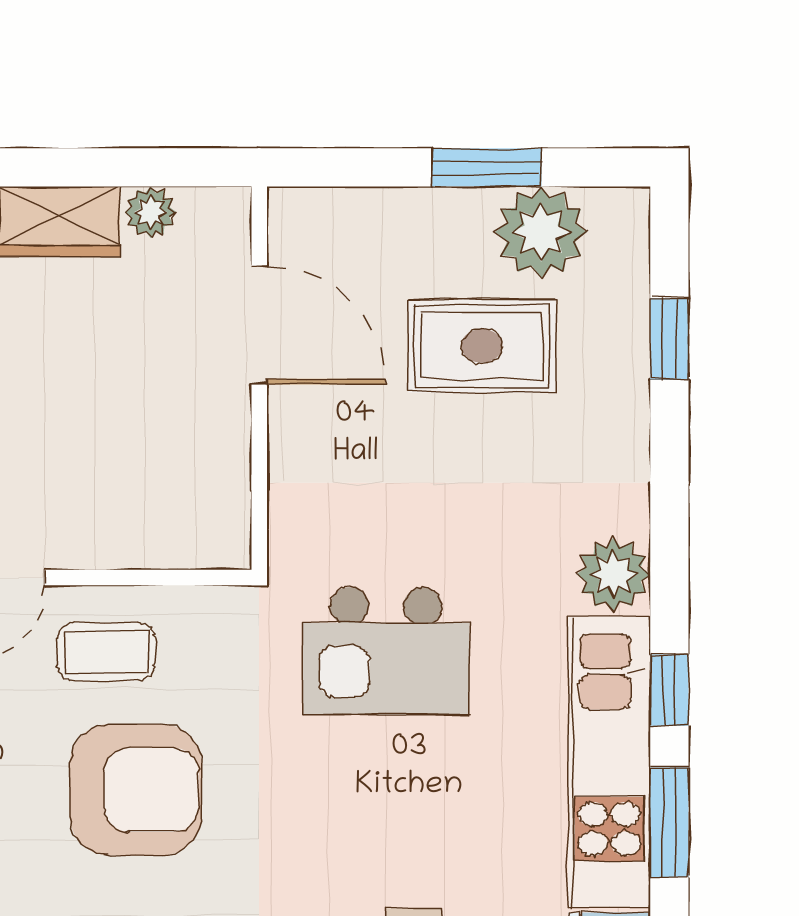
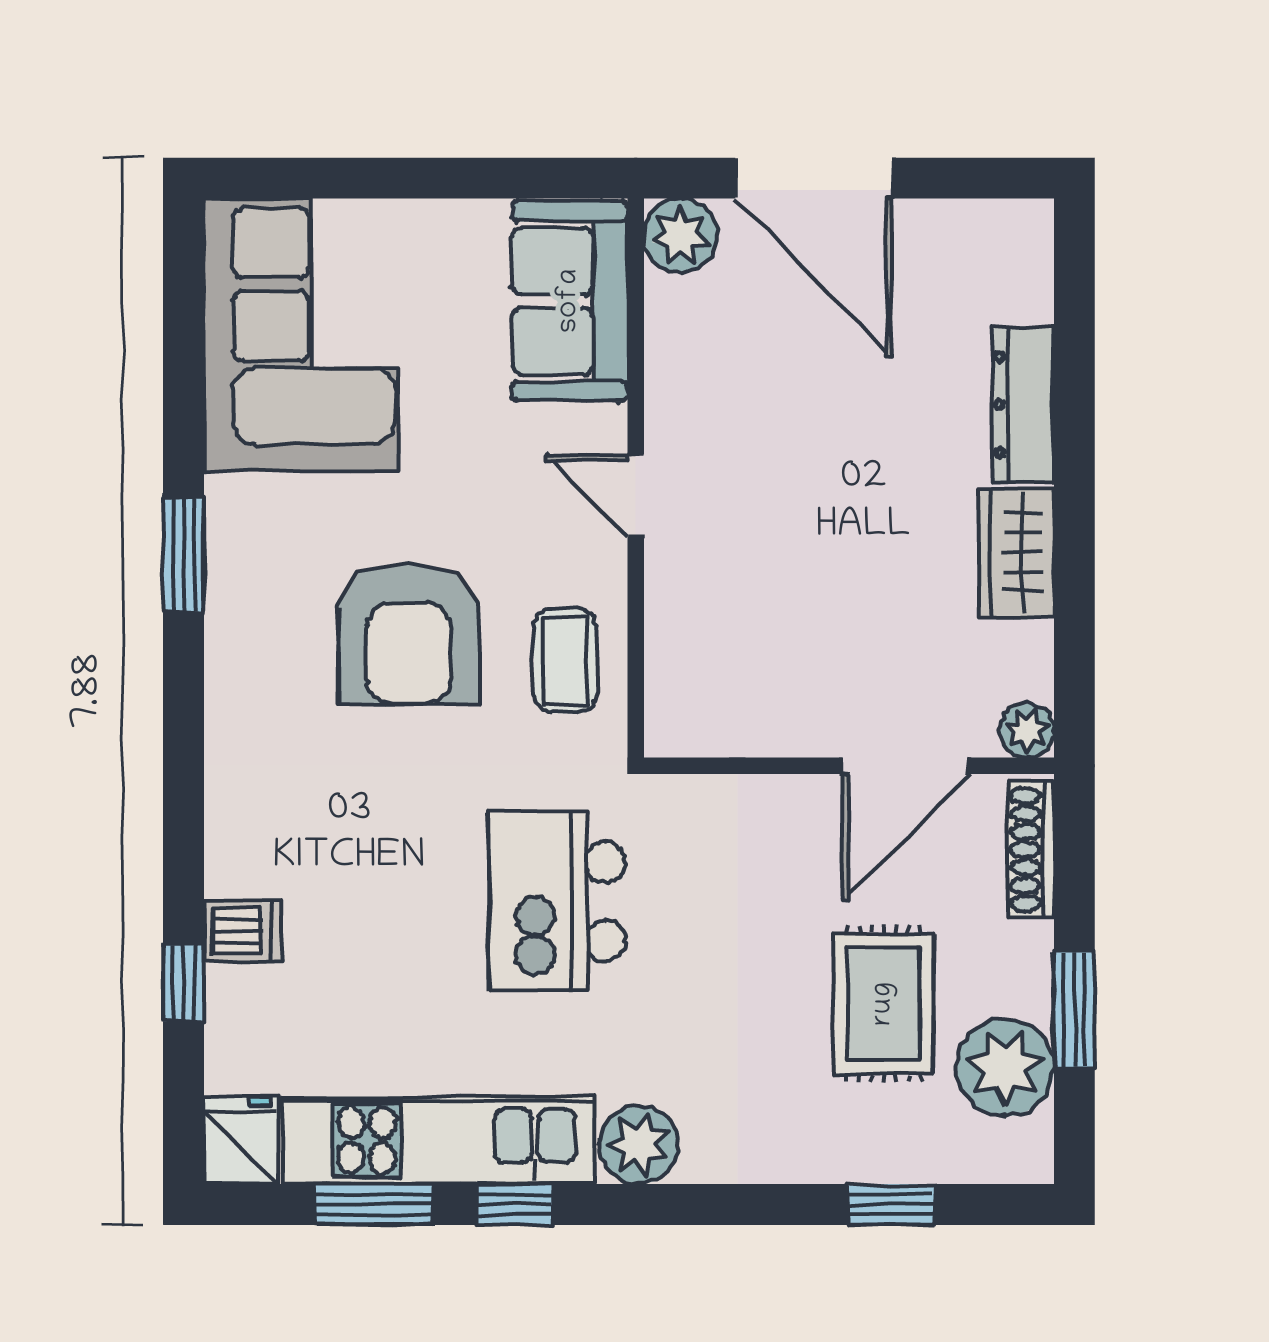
shoe rack: (338, 208) -> (1031, 850), added
plant: (151, 212) -> (1027, 730), moved
coffee table: (106, 652) -> (565, 661), moved

